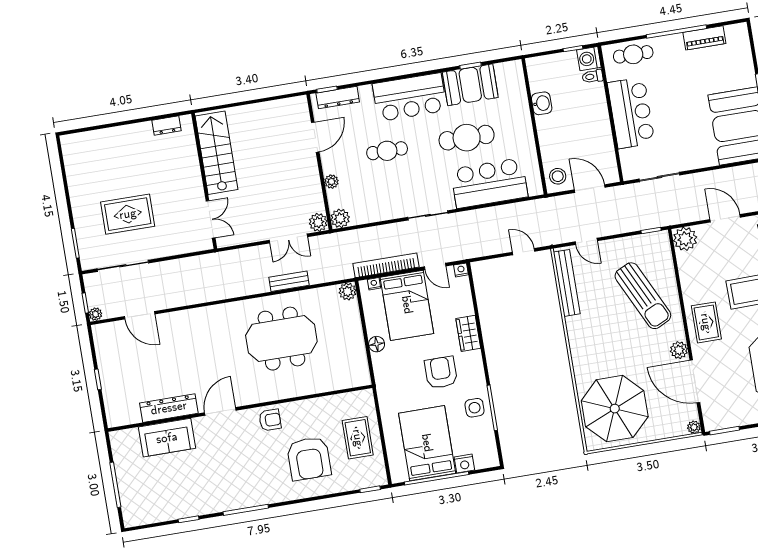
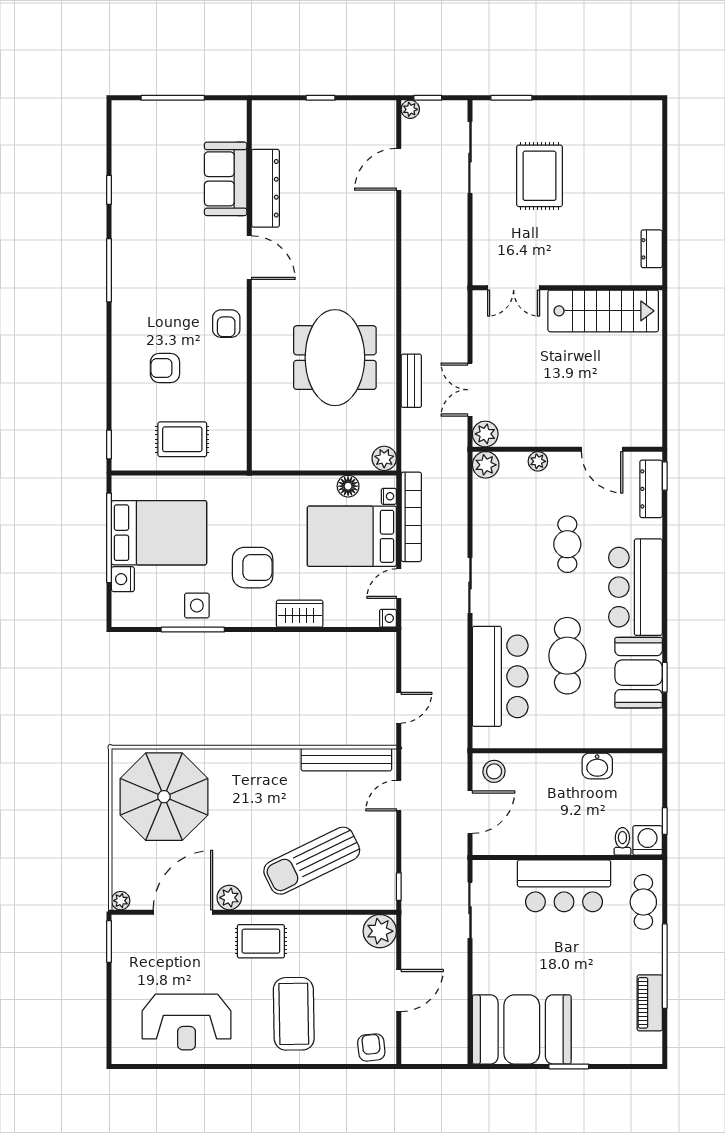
floor lamp: (377, 344) -> (348, 486), moved
armchair: (309, 459) -> (165, 368), width x0.53, depth x0.53

